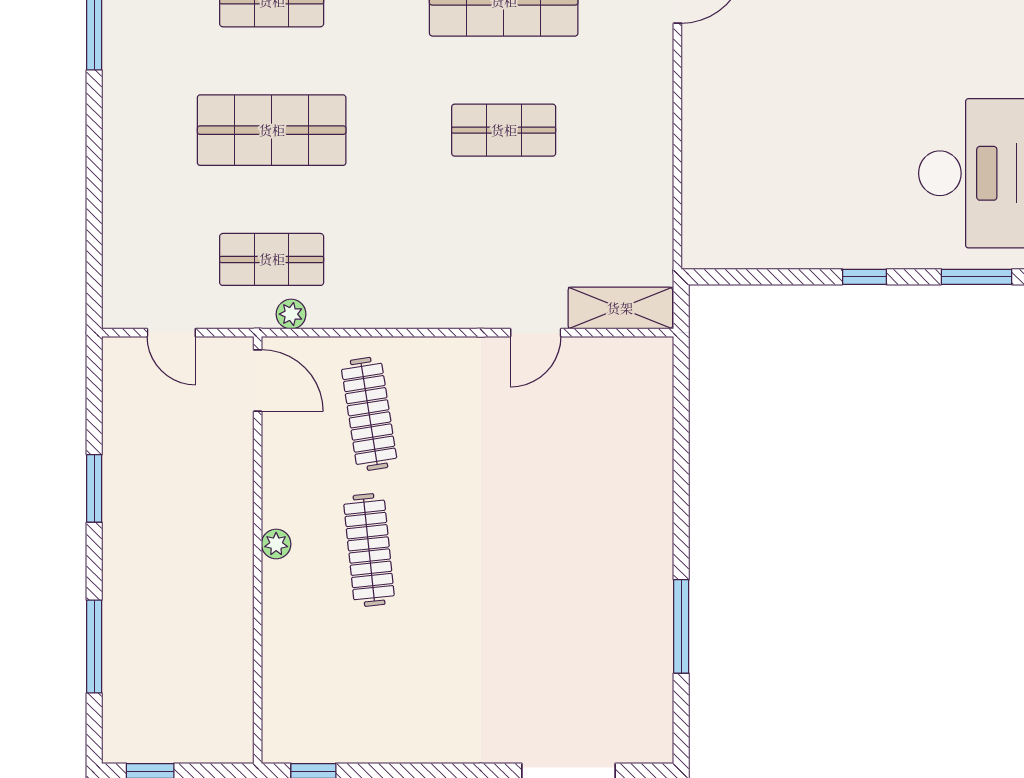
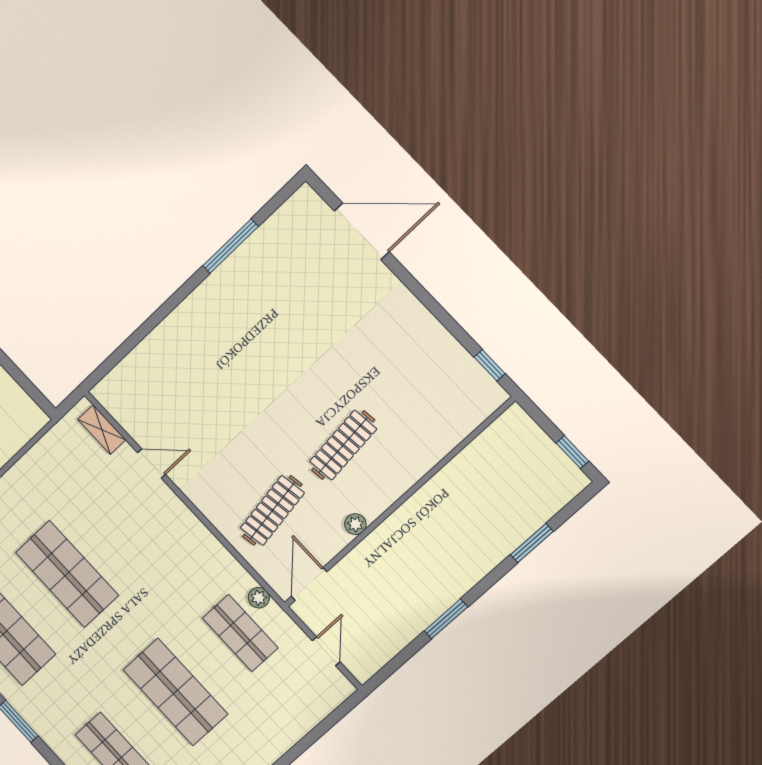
shop shelf: (504, 130) -> (67, 574), width x1.43, depth x1.36
shelving: (620, 308) -> (102, 430), width x0.67, depth x0.75
plant: (276, 544) -> (355, 524), moved
window: (94, 647) -> (532, 543), width x0.69

